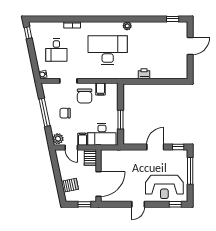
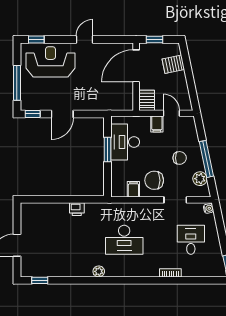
desk: (108, 50) -> (124, 240), width x0.73, depth x0.77
chair: (85, 96) -> (154, 180), turned -90
desk: (102, 134) -> (125, 142), moved, turned -90
plant: (58, 139) -> (200, 179), moved

